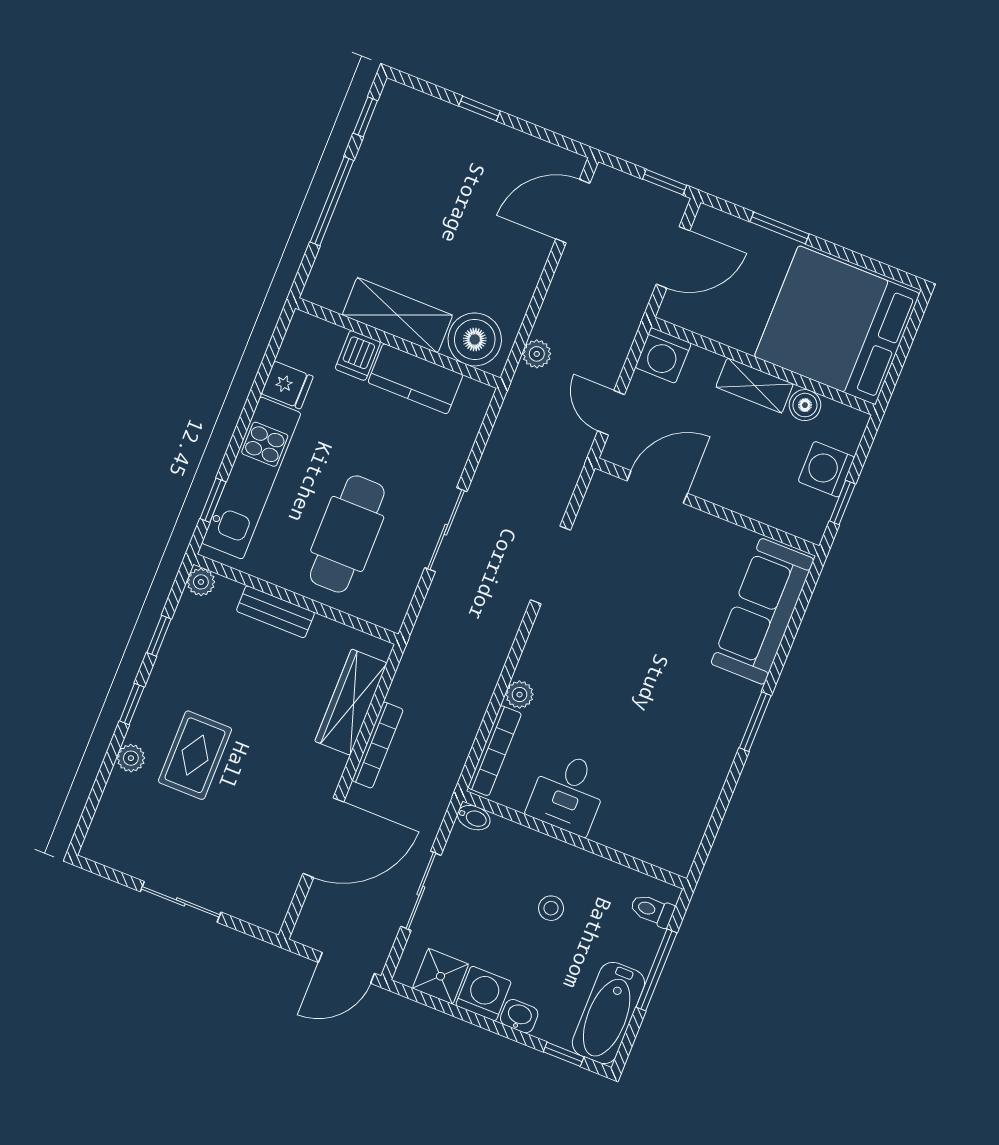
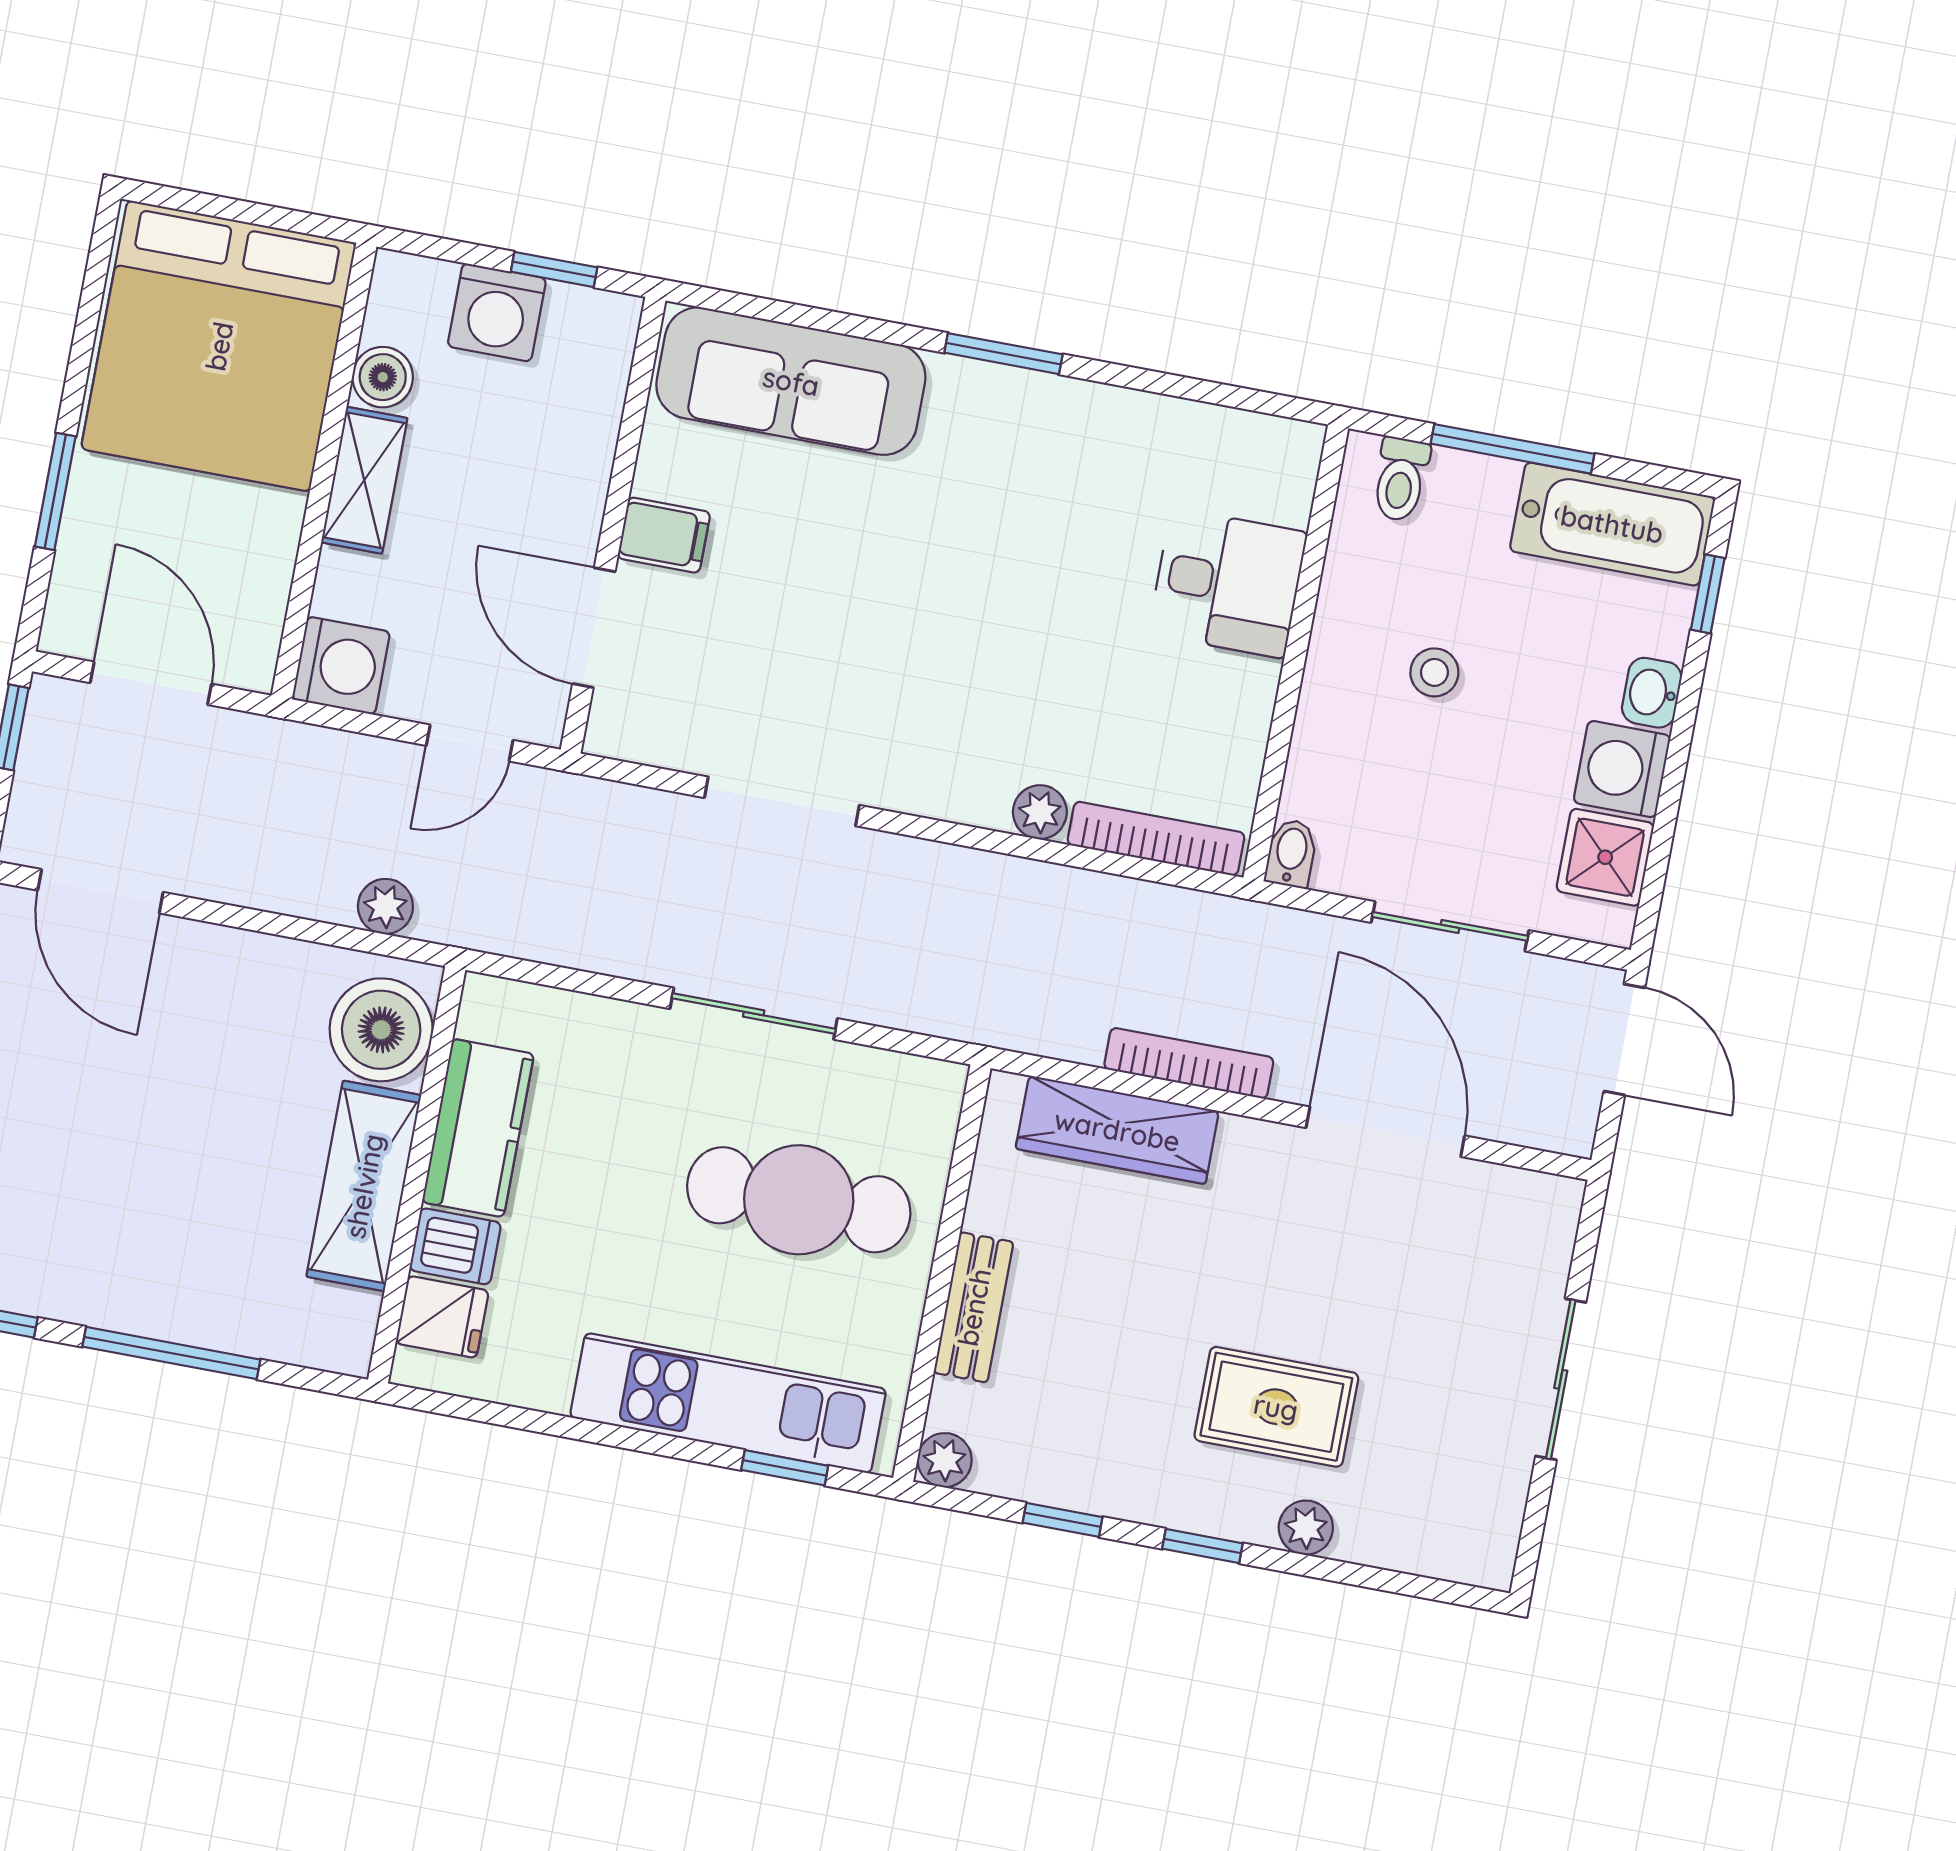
fridge: (287, 385) -> (442, 1317), moved, turned 90
filing cabinet: (697, 532) -> (664, 535), added
desk: (568, 793) -> (1228, 583), moved

